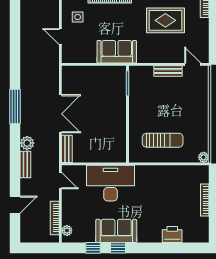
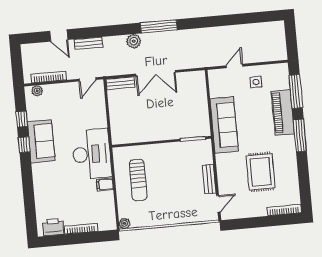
sofa: (117, 52) -> (224, 125), width x1.36
plant: (27, 143) -> (134, 41), moved
bench: (25, 164) -> (89, 43), moved
filing cabinet: (164, 173) -> (105, 185), added
desk: (111, 183) -> (92, 154), moved
printer: (172, 235) -> (53, 227), moved, turned -90

